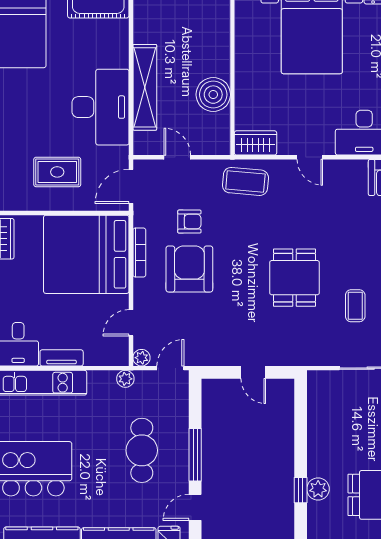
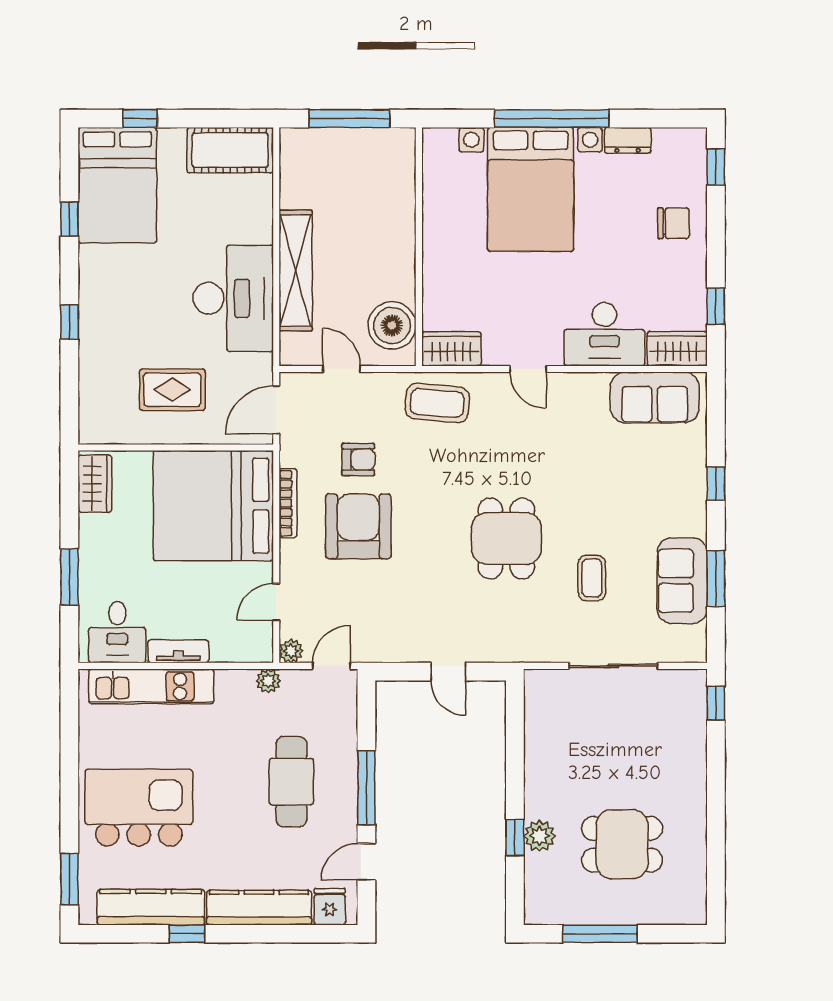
boiler: (213, 95) -> (392, 325), moved

